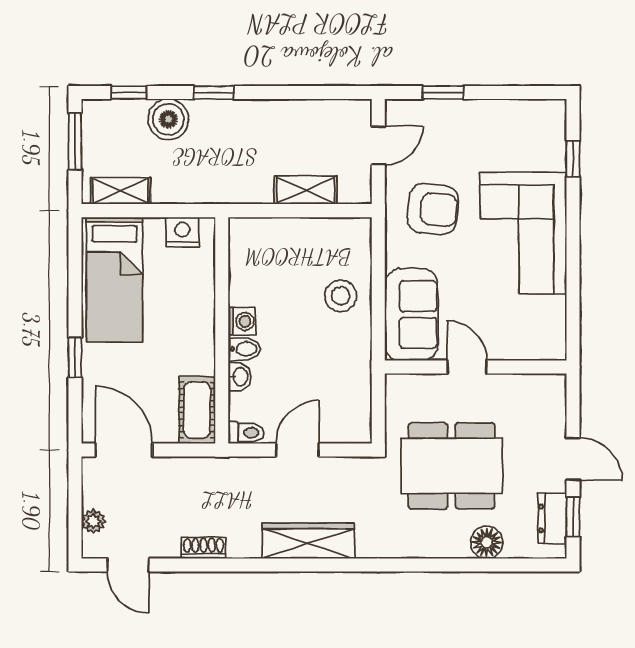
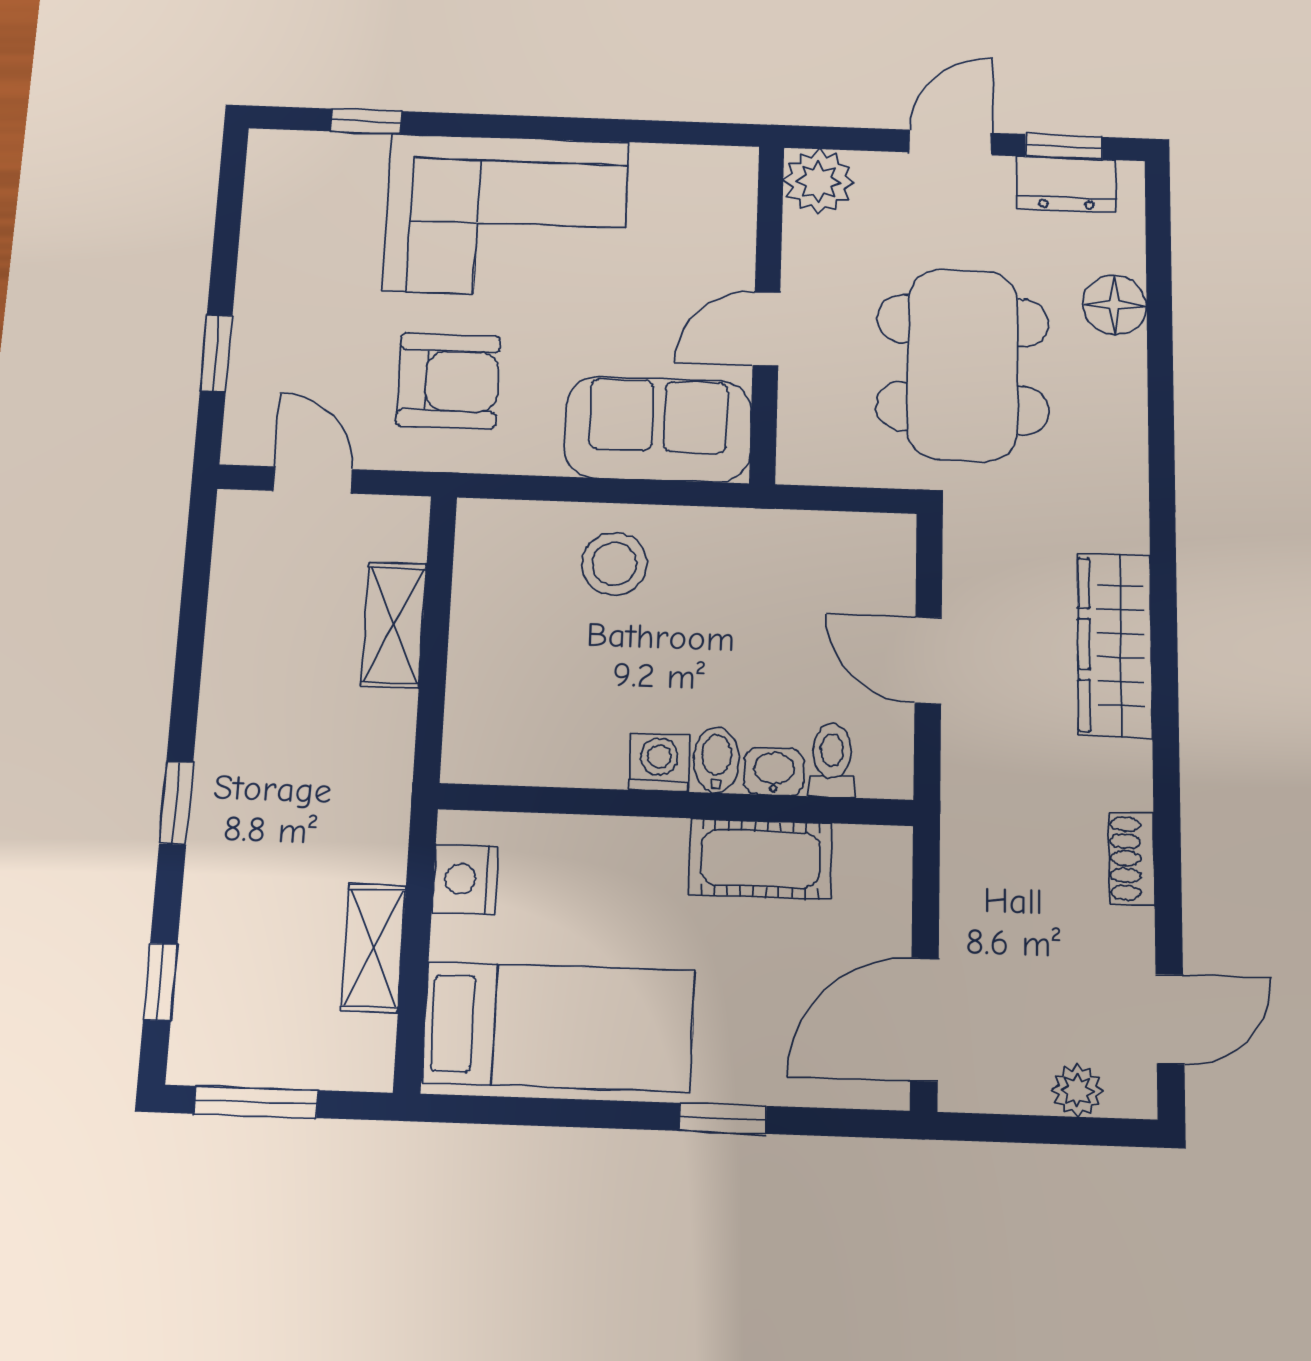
boiler: (168, 119) -> (225, 900), removed
shelving: (121, 191) -> (373, 948), moved
armchair: (433, 209) -> (448, 381), turned 85
plant: (549, 392) -> (819, 182), added
cot: (197, 410) -> (760, 859), moved
toilet: (246, 433) -> (832, 760), moved

